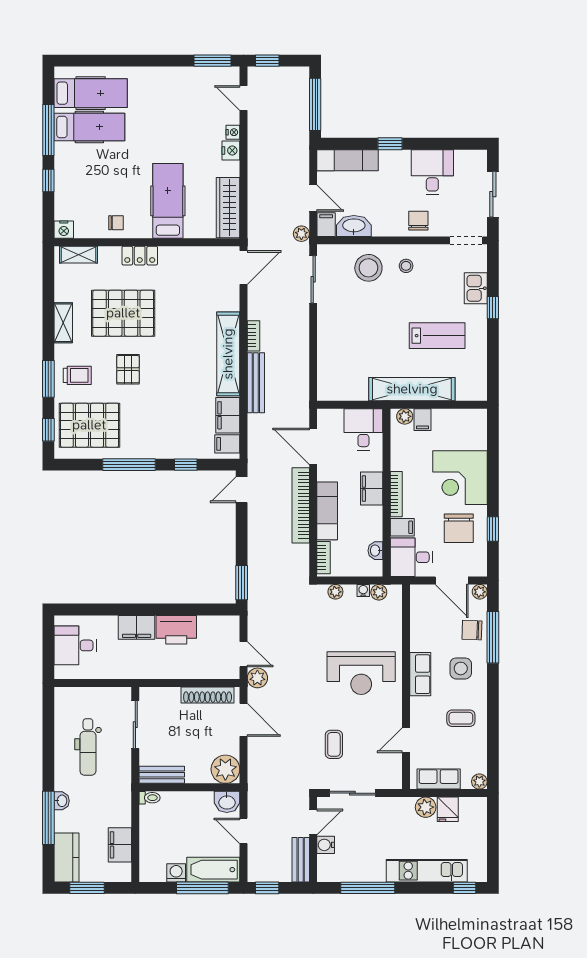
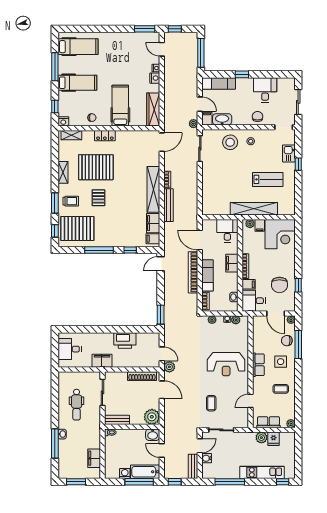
hospital bed: (89, 127) -> (77, 83), moved
window: (48, 181) -> (55, 106), moved
corner desk: (460, 478) -> (280, 234), moved, turned -90
filing cabinet: (137, 627) -> (102, 361), moved, turned 180
kitchen counter: (66, 857) -> (65, 465), removed

